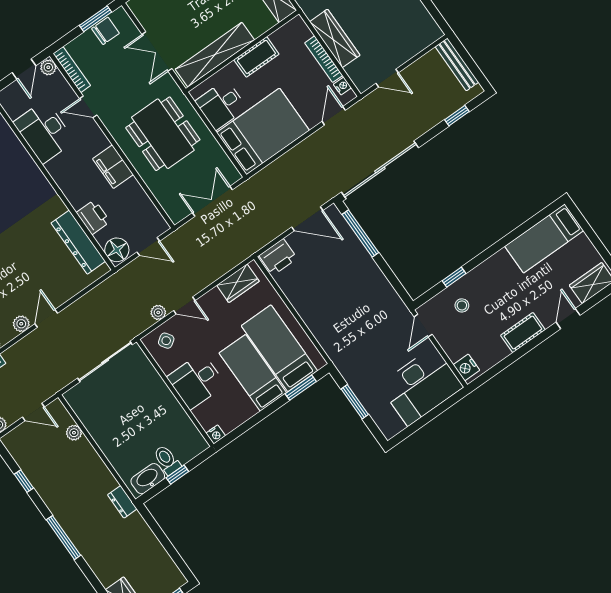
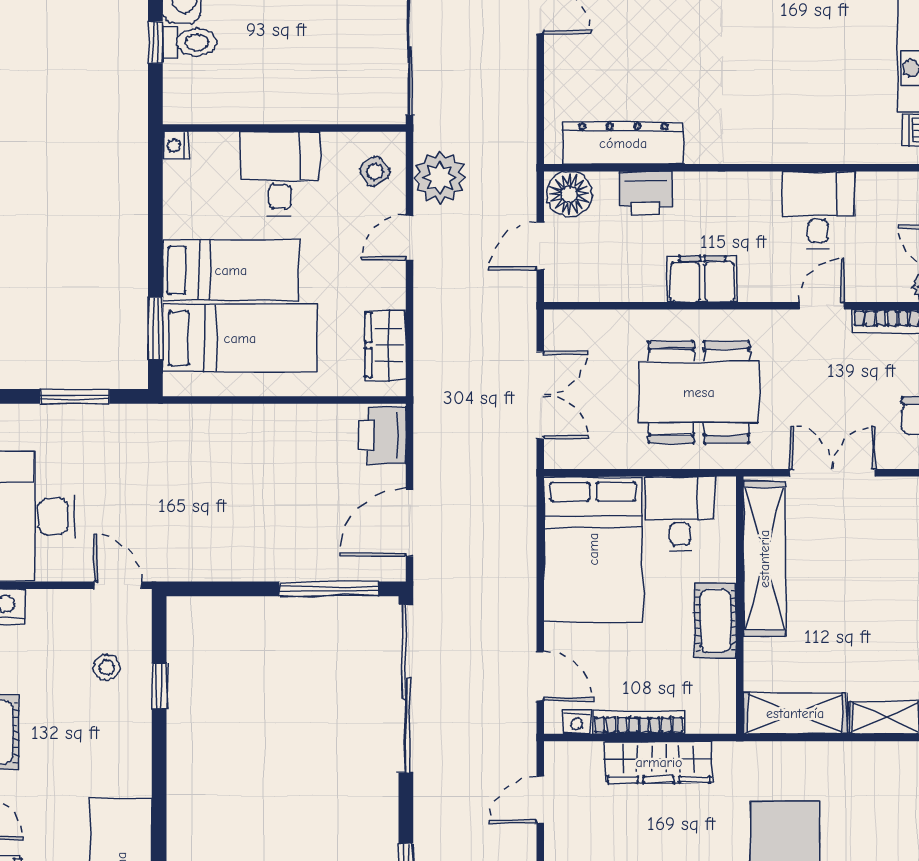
desk: (44, 132) -> (818, 210), width x0.73
plant: (158, 312) -> (440, 177), width x1.88, depth x1.88

